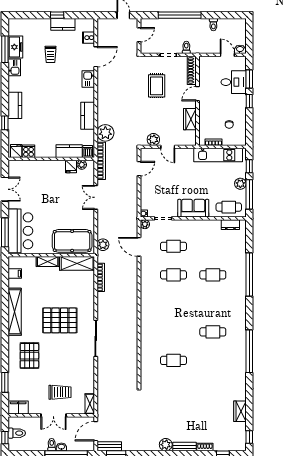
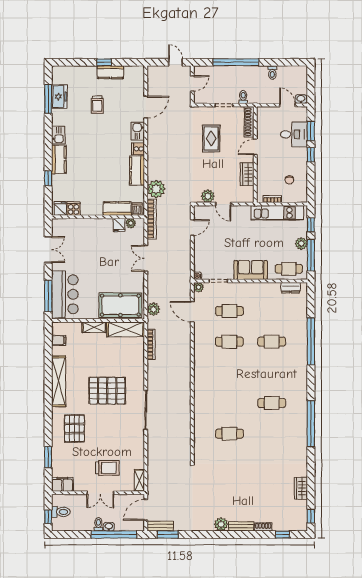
cooker: (88, 38) -> (138, 149), moved
kitchen sink: (14, 67) -> (58, 135), moved

